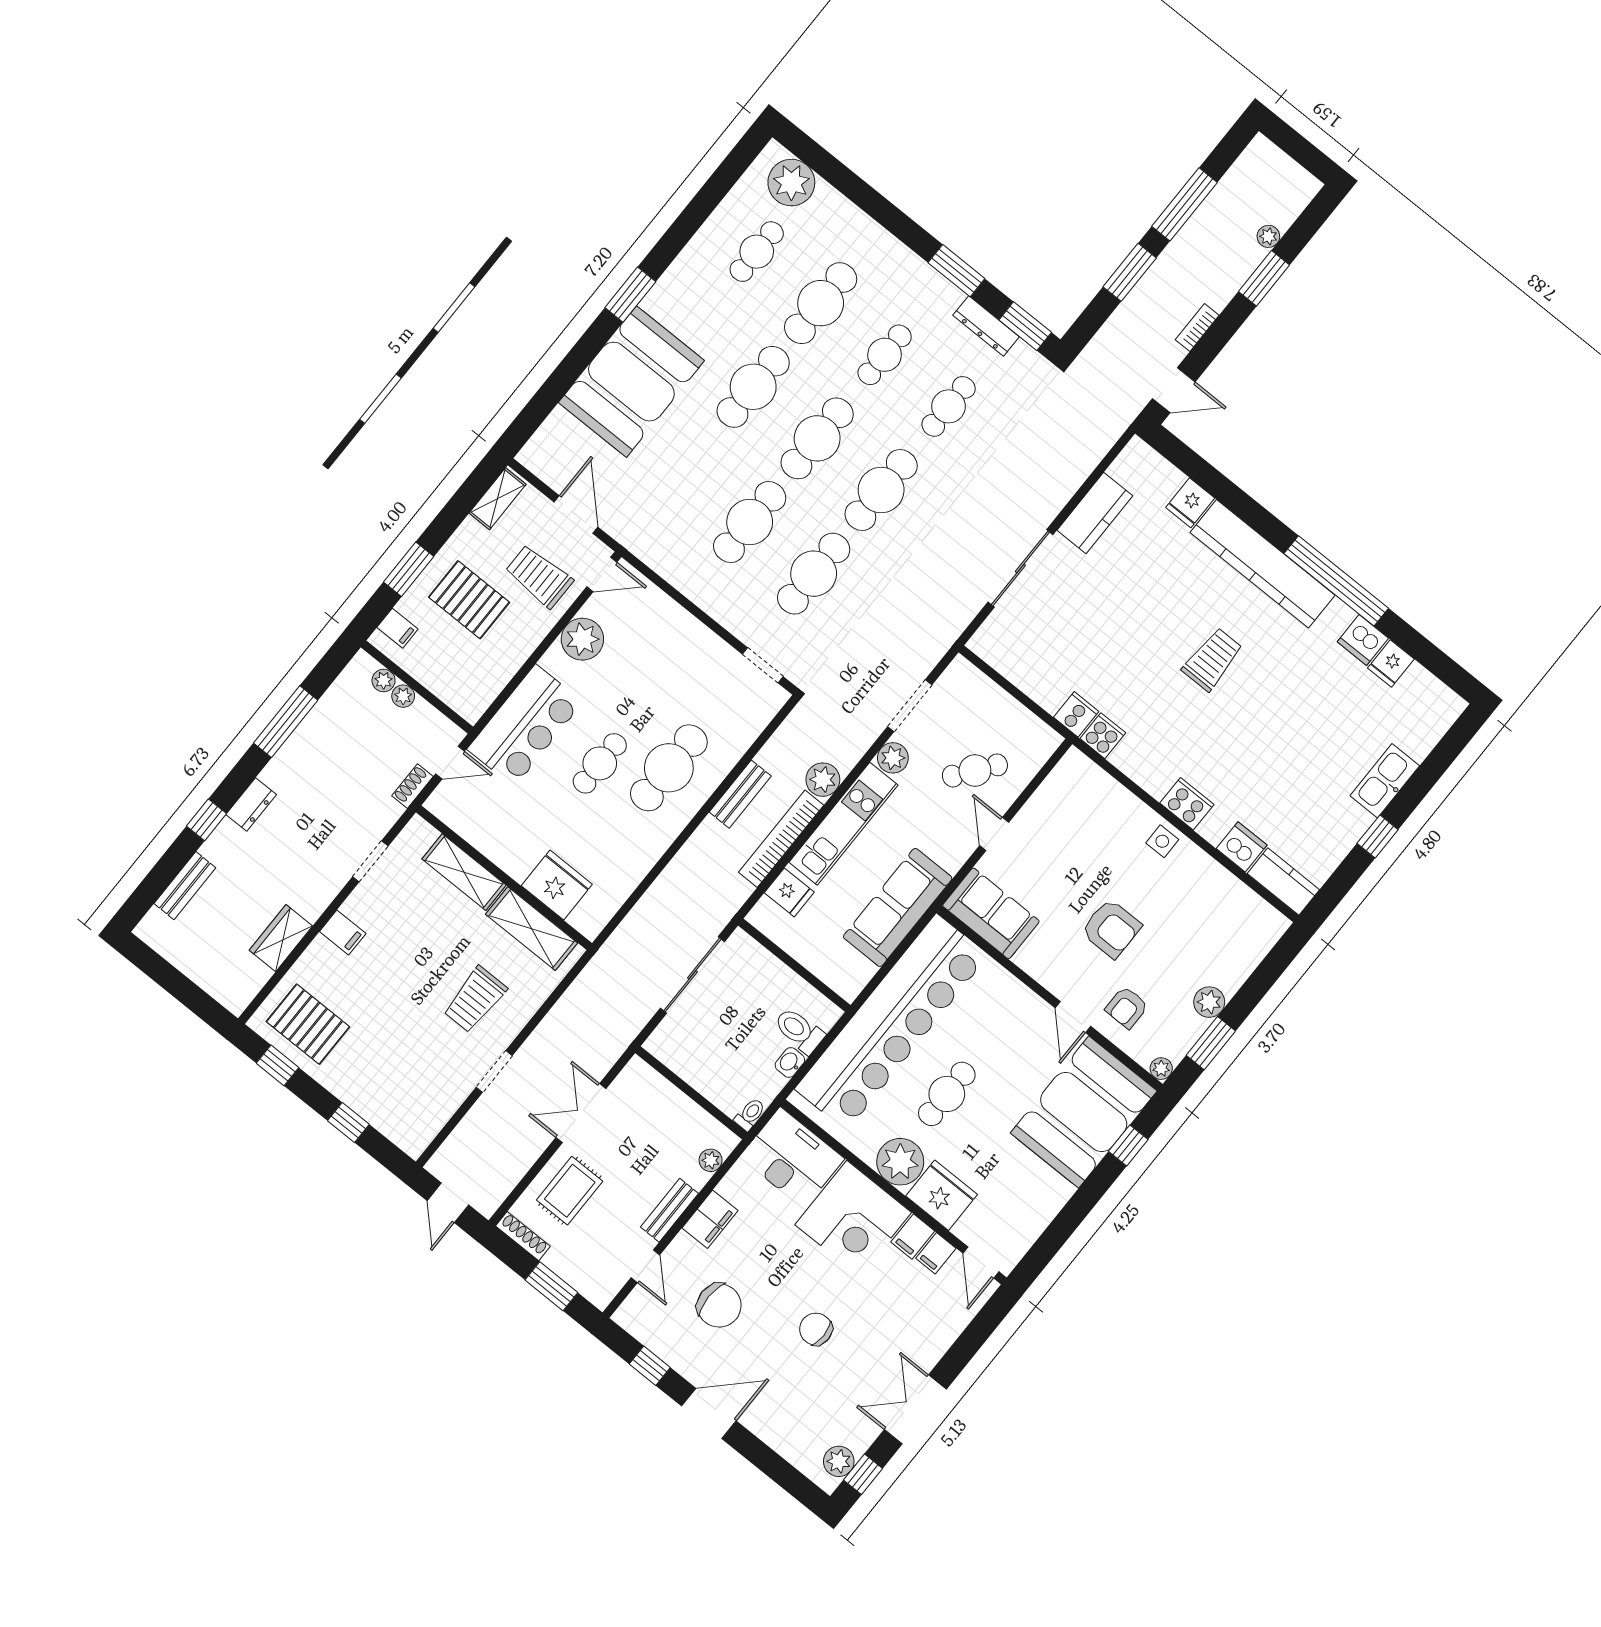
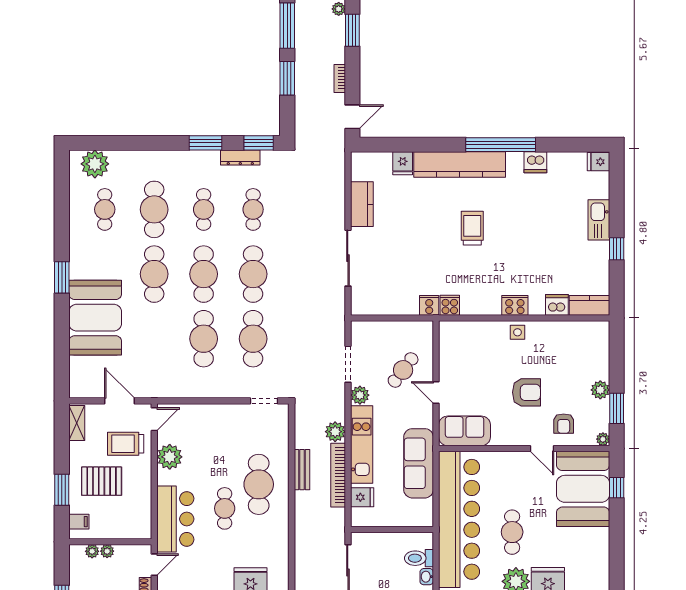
fridge: (1391, 663) -> (598, 162), moved, turned 90

